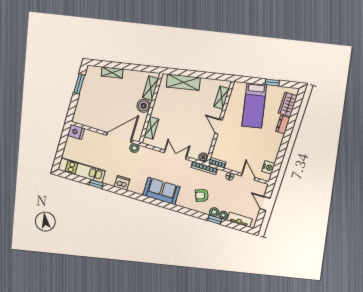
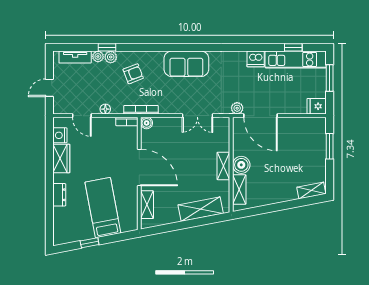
shelving: (112, 73) -> (311, 190), moved
window: (79, 84) -> (330, 146), moved
wardrobe: (288, 104) -> (61, 158), moved
door: (219, 127) -> (139, 167), width x1.88
shelving: (151, 128) -> (223, 166), moved
door: (119, 137) -> (261, 116), hinge flipped
window: (61, 149) -> (330, 78), added
double door: (175, 155) -> (197, 116), moved
dishwasher: (122, 183) -> (256, 59), moved
window: (96, 184) -> (293, 47), moved
door: (265, 203) -> (49, 88), swing flipped

